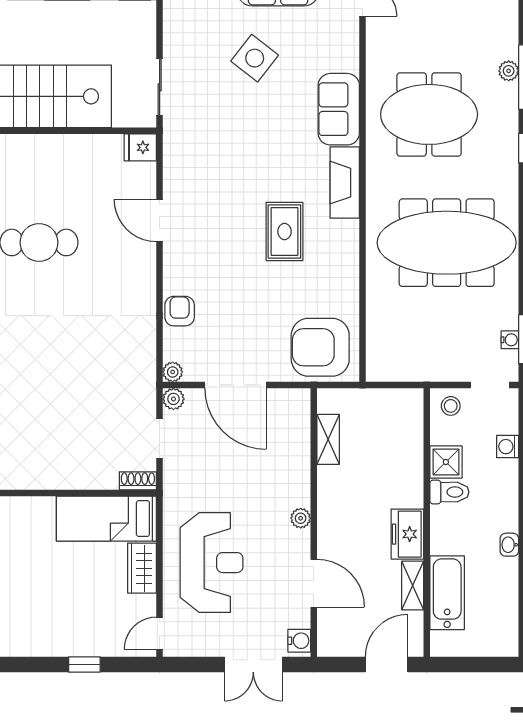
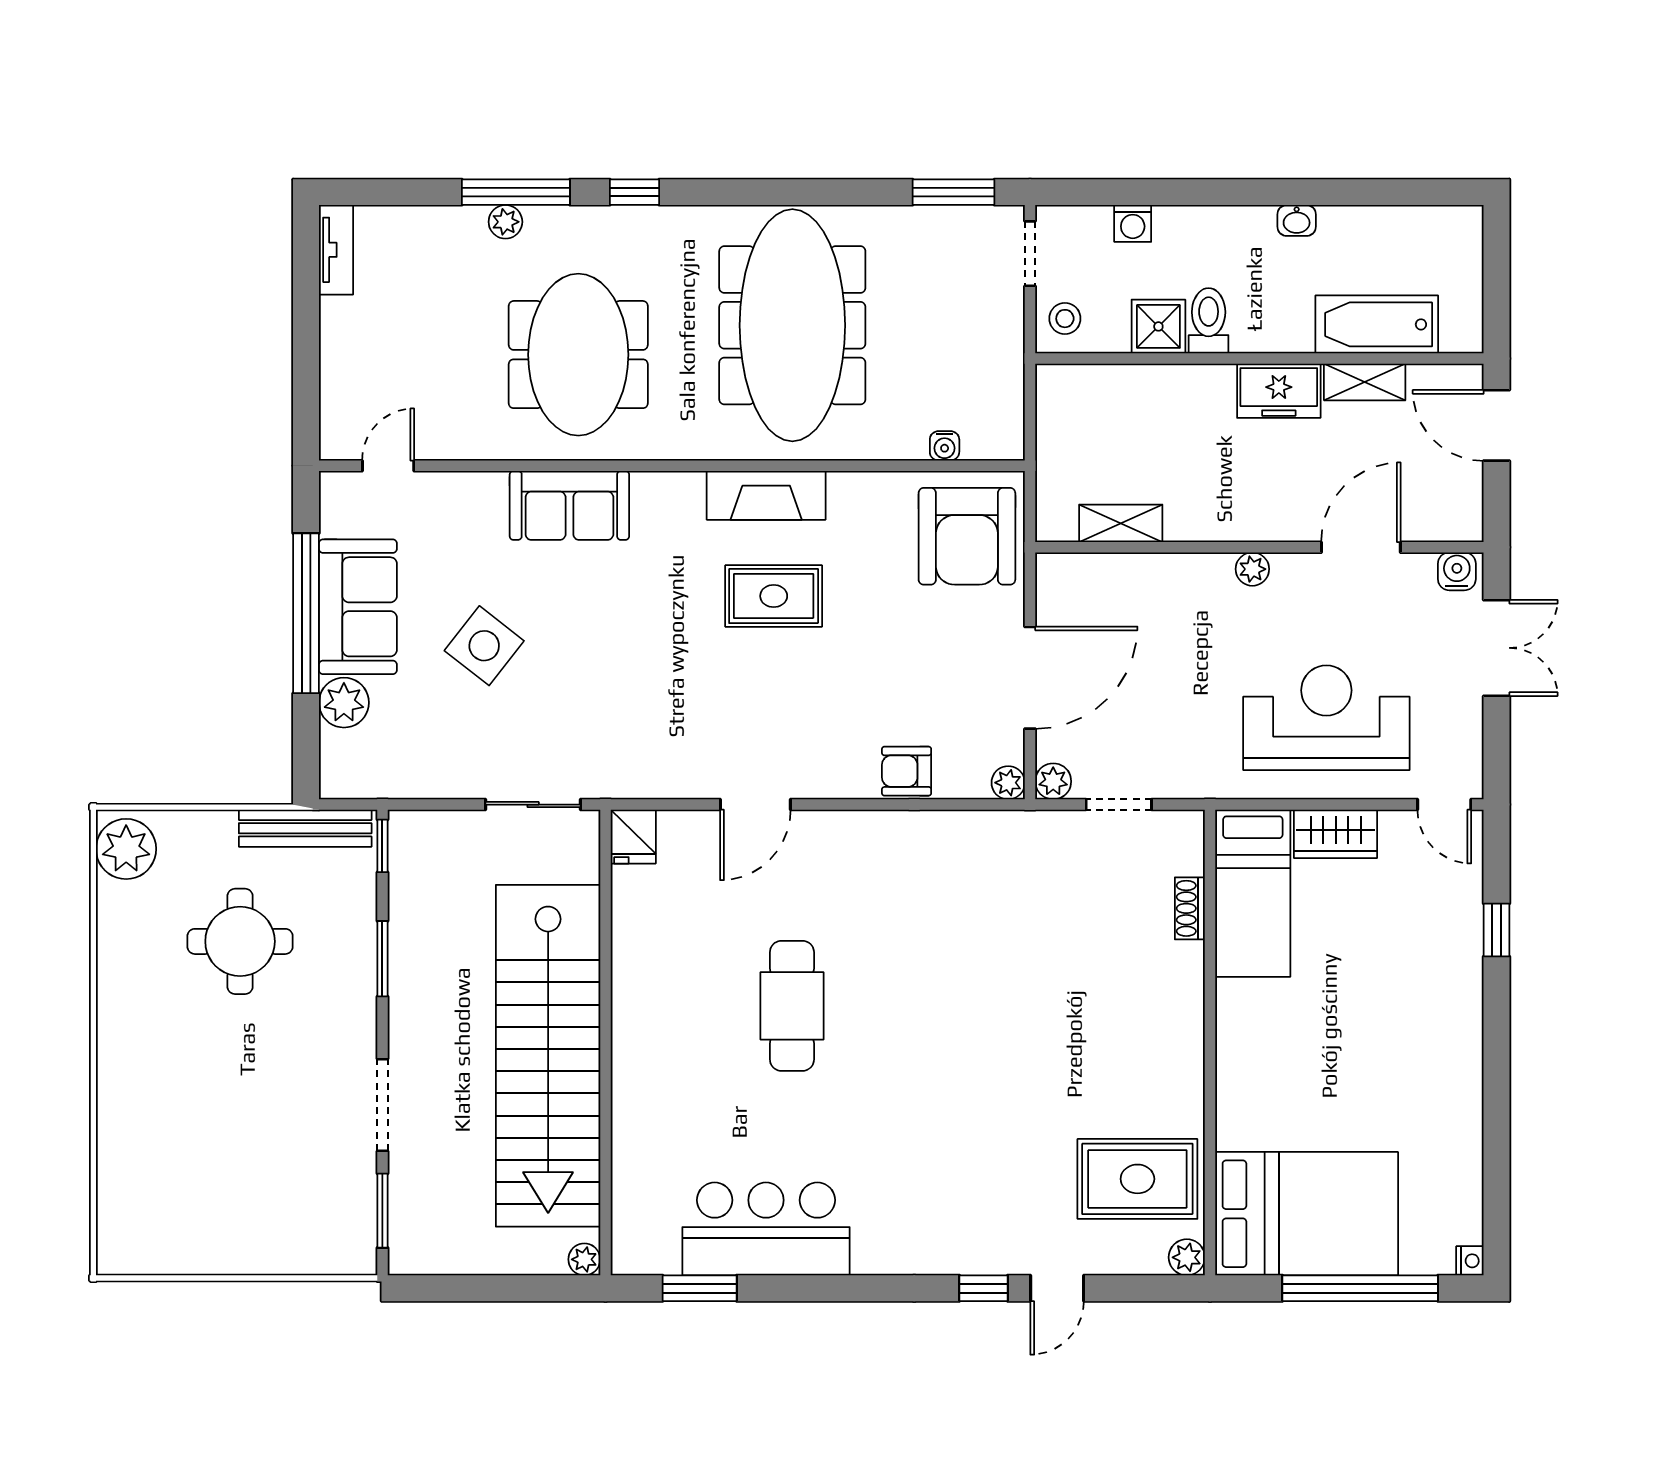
fireplace: (345, 183) -> (766, 495), moved
water cooler: (510, 340) -> (945, 446), moved, turned 180
shoe rack: (138, 481) -> (1190, 908), moved

